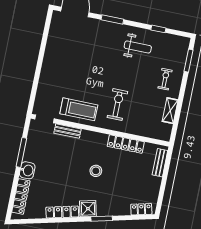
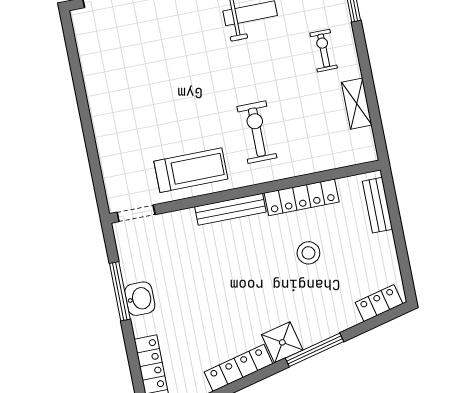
bench: (68, 131) -> (230, 209), moved, width x1.36
washbasin: (27, 170) -> (140, 299), moved
stool: (96, 171) -> (308, 253), moved
window: (102, 219) -> (314, 350), width x1.44

